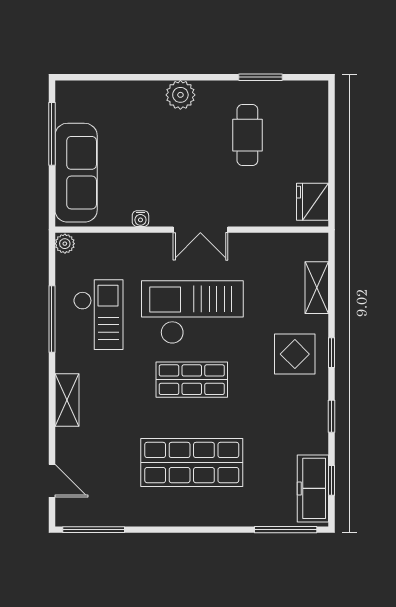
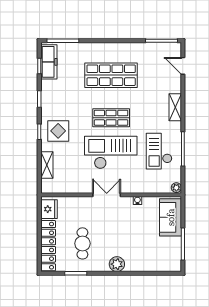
locker: (314, 131) -> (48, 246), added
sofa: (76, 173) -> (171, 217), width x0.73
checkout: (192, 312) -> (111, 152), turned 180

